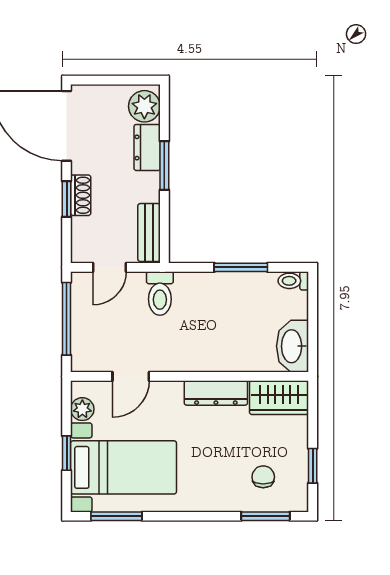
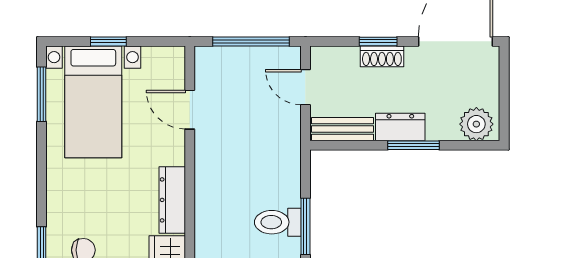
dresser: (147, 147) -> (400, 127), moved
toilet: (160, 294) -> (278, 222), moved
plant: (82, 409) -> (155, 58), removed

